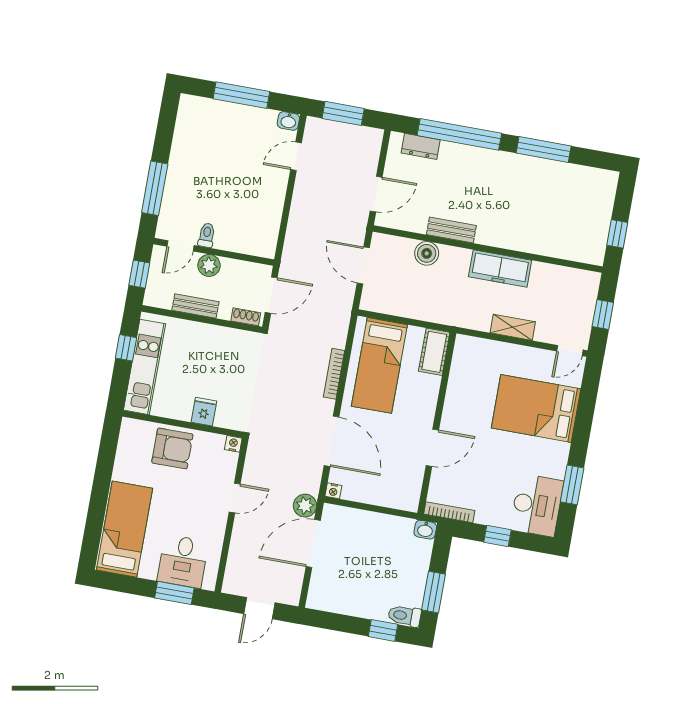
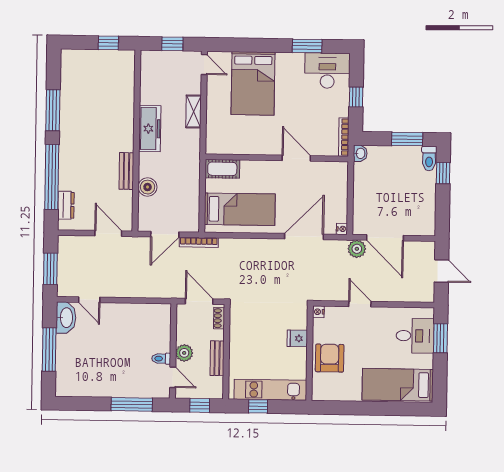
washbasin: (288, 121) -> (66, 318), width x1.91, depth x1.45
bookcase: (334, 374) -> (199, 242), moved

